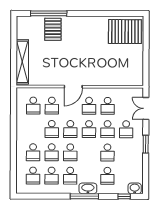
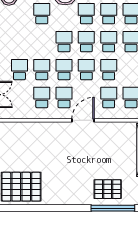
pallet: (53, 29) -> (108, 189), turned 90
school desk: (107, 152) -> (64, 42), moved

